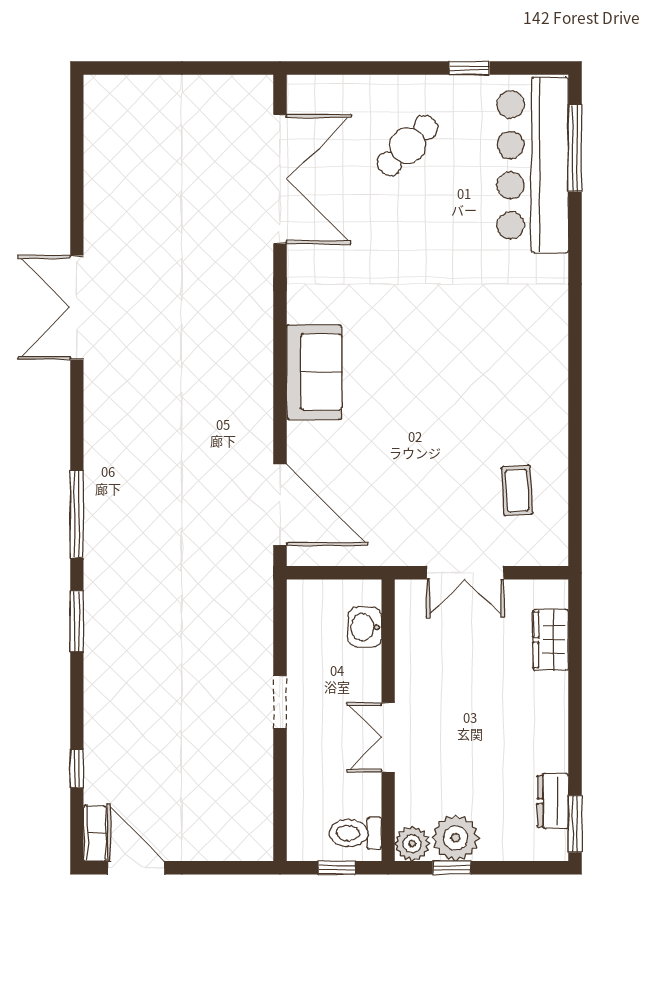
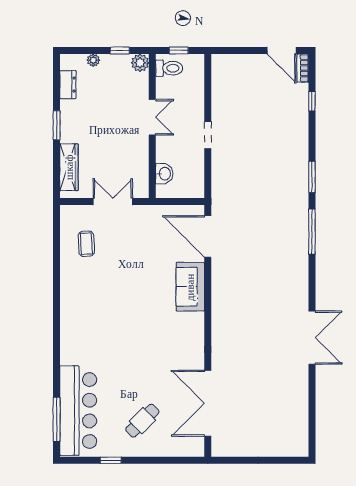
sofa: (314, 372) -> (190, 287), moved
wardrobe: (551, 640) -> (69, 167), width x1.50
window: (575, 824) -> (57, 125), moved
plant: (456, 838) -> (93, 60), moved, width x0.53, depth x0.53

